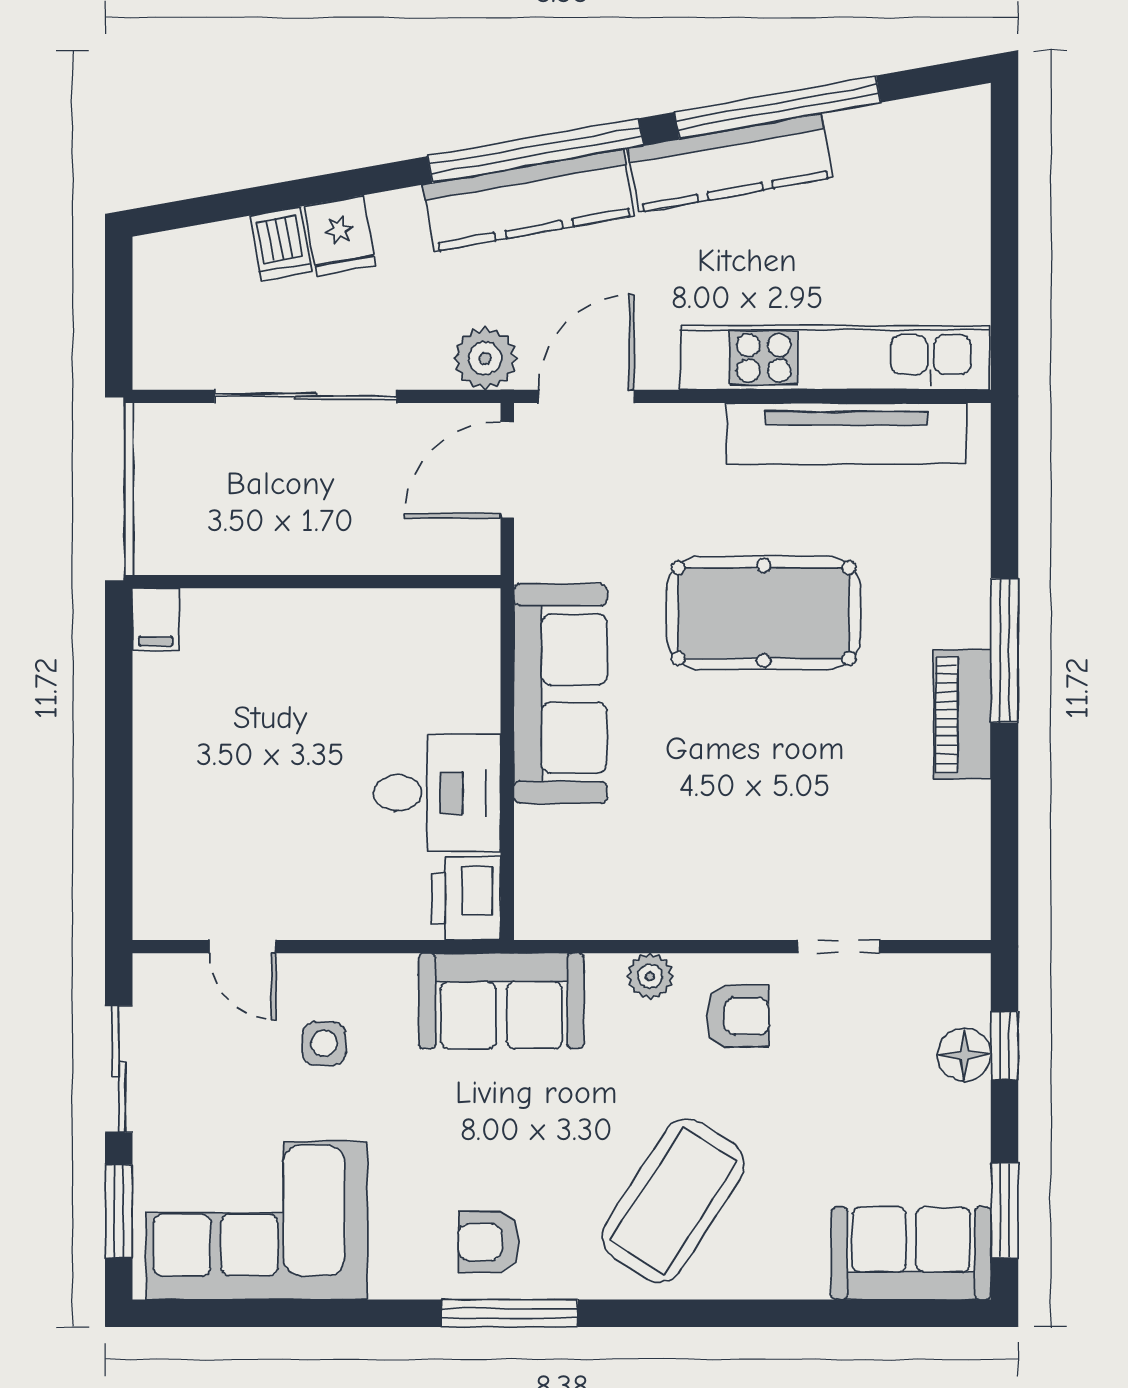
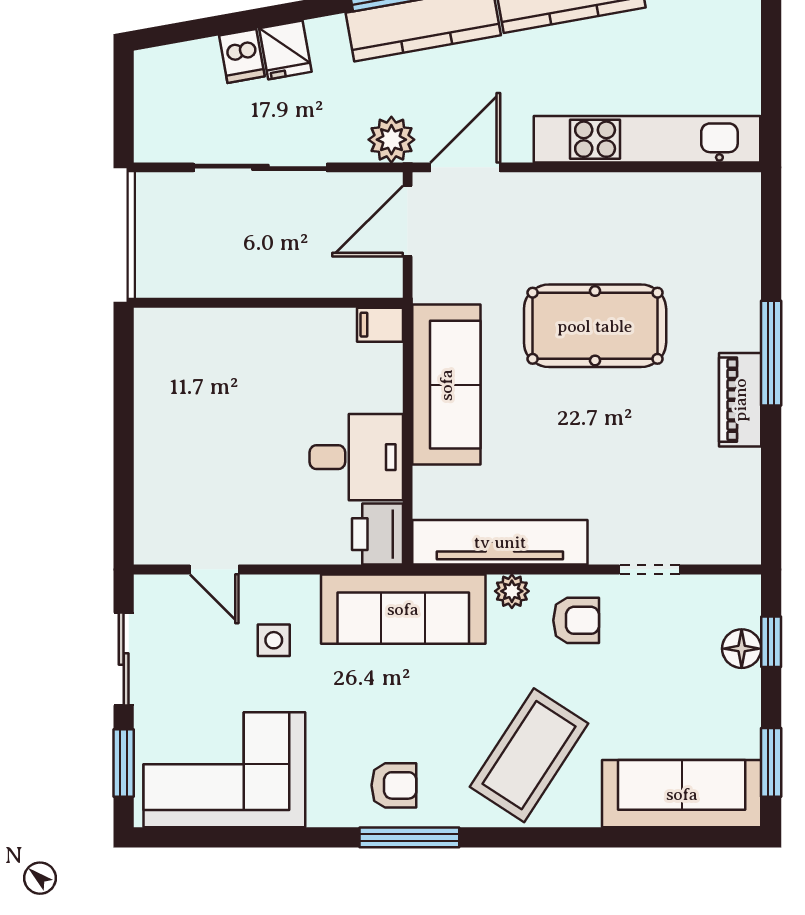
tv unit: (847, 434) -> (500, 542), moved, turned 180
filing cabinet: (156, 619) -> (380, 325), moved, turned 90
sofa: (501, 1001) -> (403, 609), width x1.36
armchair: (489, 1242) -> (394, 785), turned 180
sofa: (911, 1253) -> (682, 794), width x1.36

